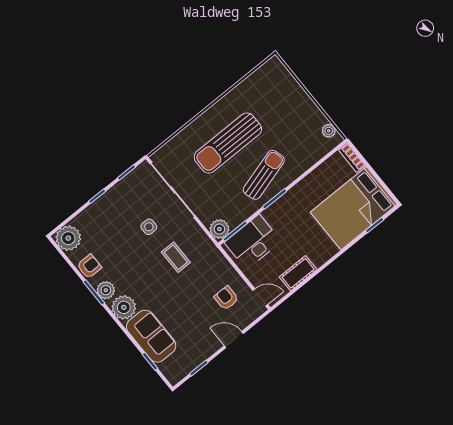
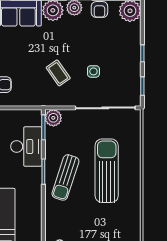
sun lounger: (264, 175) -> (65, 177), turned 34
desk: (253, 242) -> (26, 147), moved
coffee table: (176, 257) -> (58, 73), turned 55

